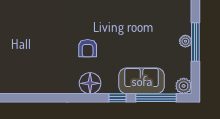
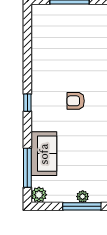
floor lamp: (90, 83) -> (41, 103), removed
window: (118, 98) -> (27, 103), moved

